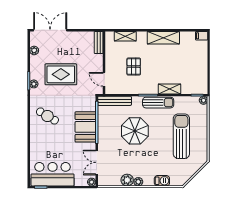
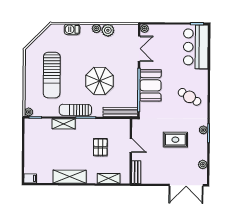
rug: (61, 74) -> (175, 140), width x0.73, depth x0.70
door: (104, 79) -> (131, 145), moved
bar counter: (53, 174) -> (196, 47), moved, turned 90

